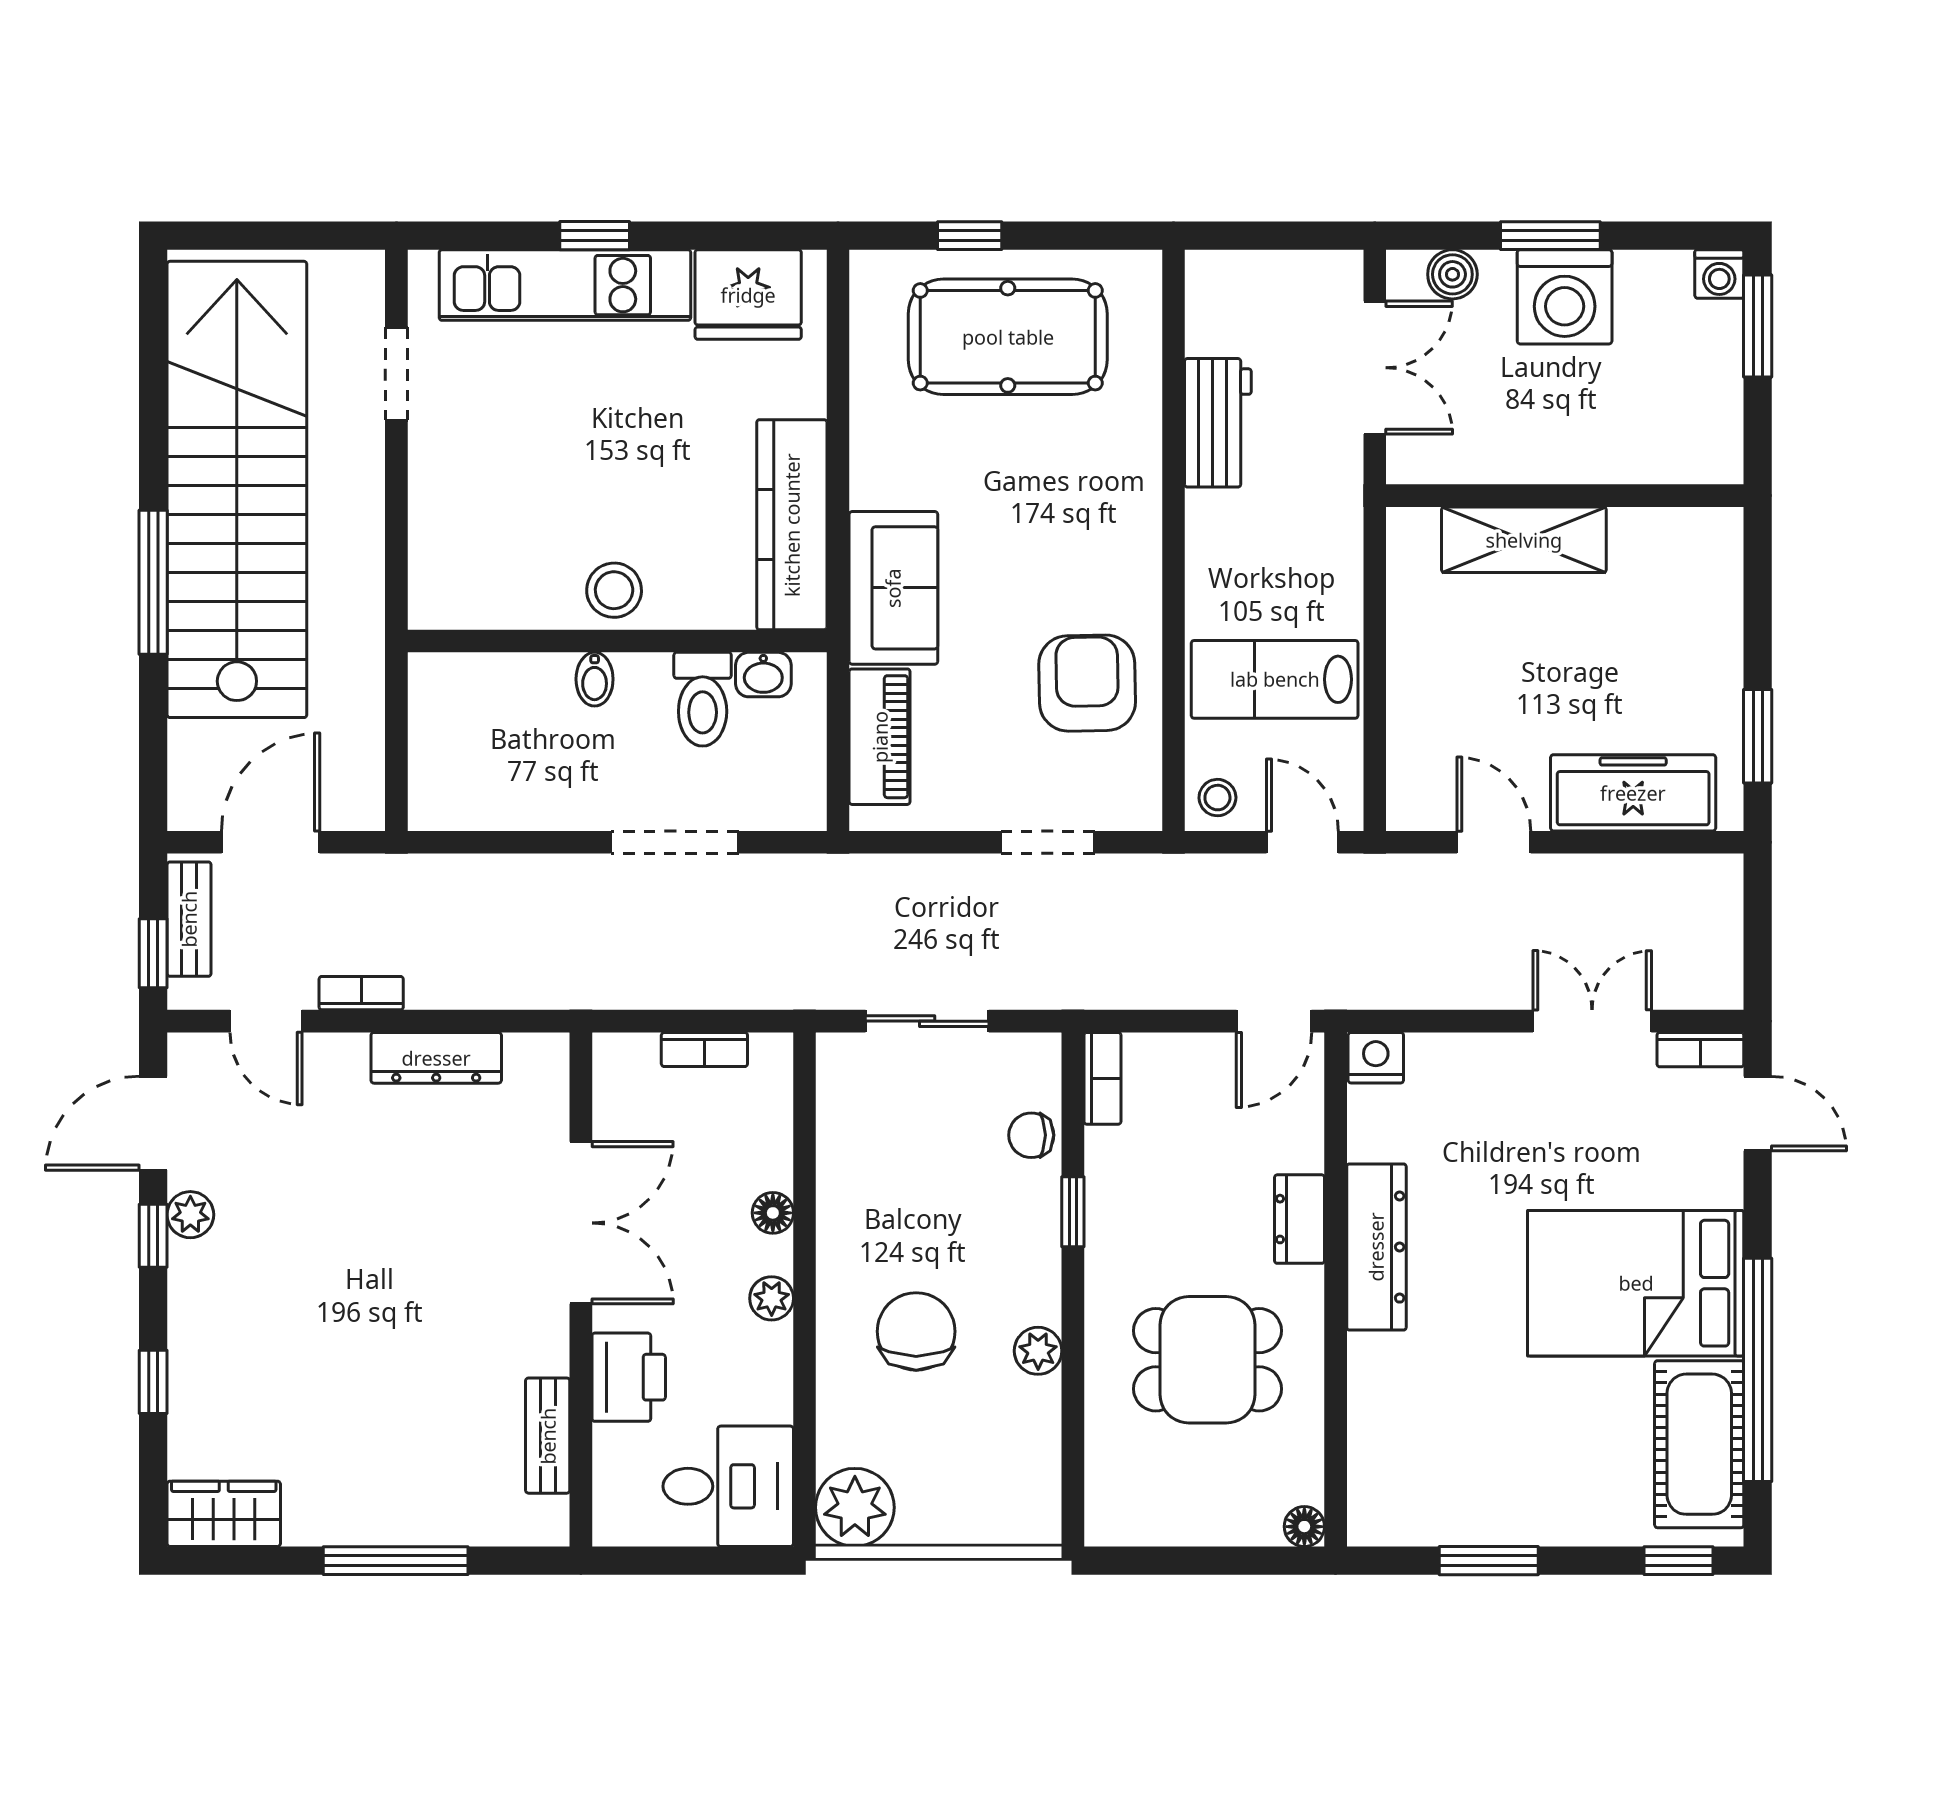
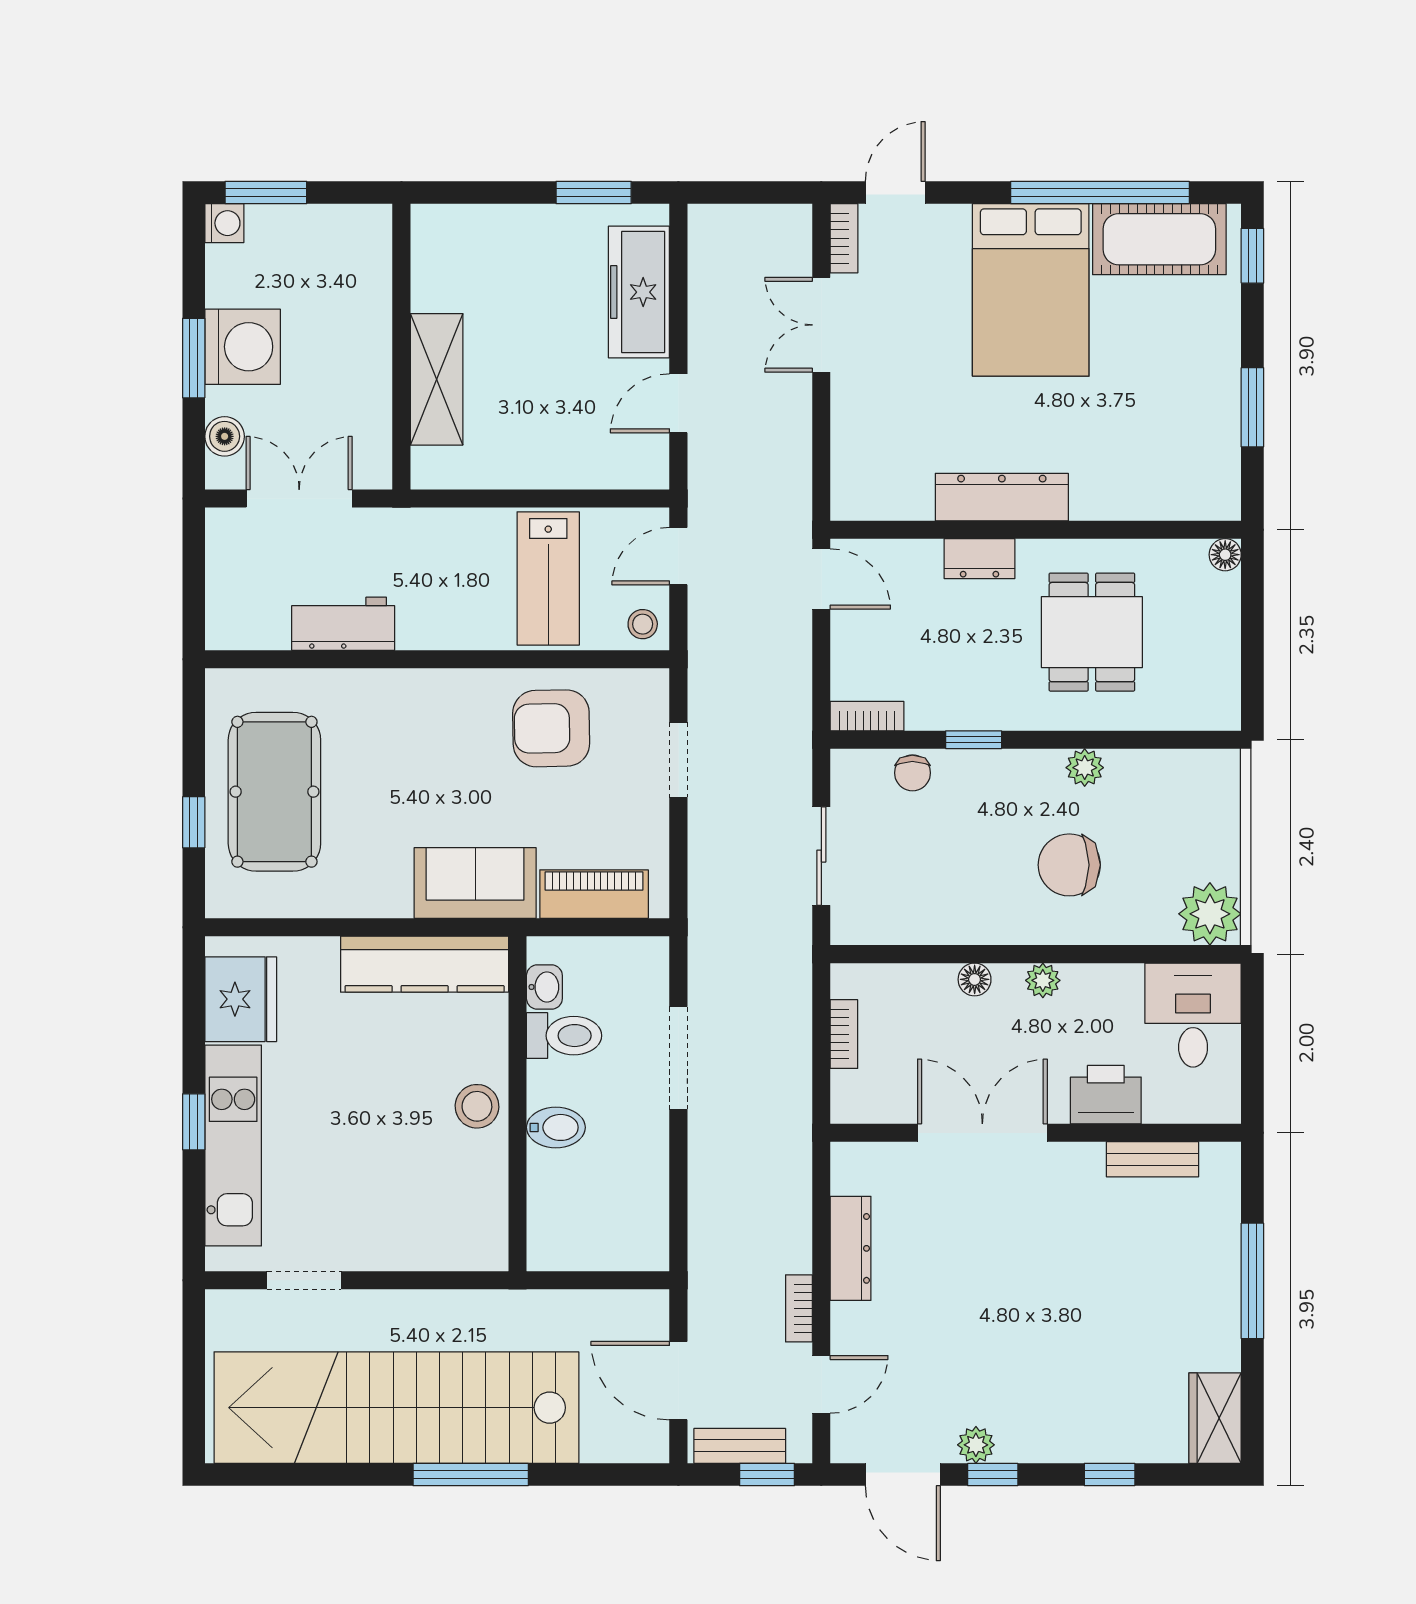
bidet: (595, 679) -> (556, 1127), width x1.38, depth x1.36
nightstand: (1376, 1058) -> (851, 498), removed

